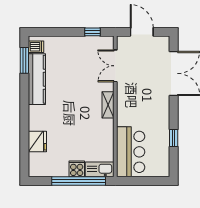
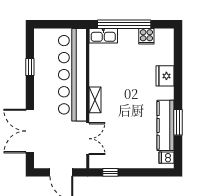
window: (24, 60) -> (178, 122), moved
fridge: (37, 141) -> (165, 76), moved
bar counter: (131, 152) -> (73, 75), width x1.86
cooker: (77, 169) -> (146, 36), moved

